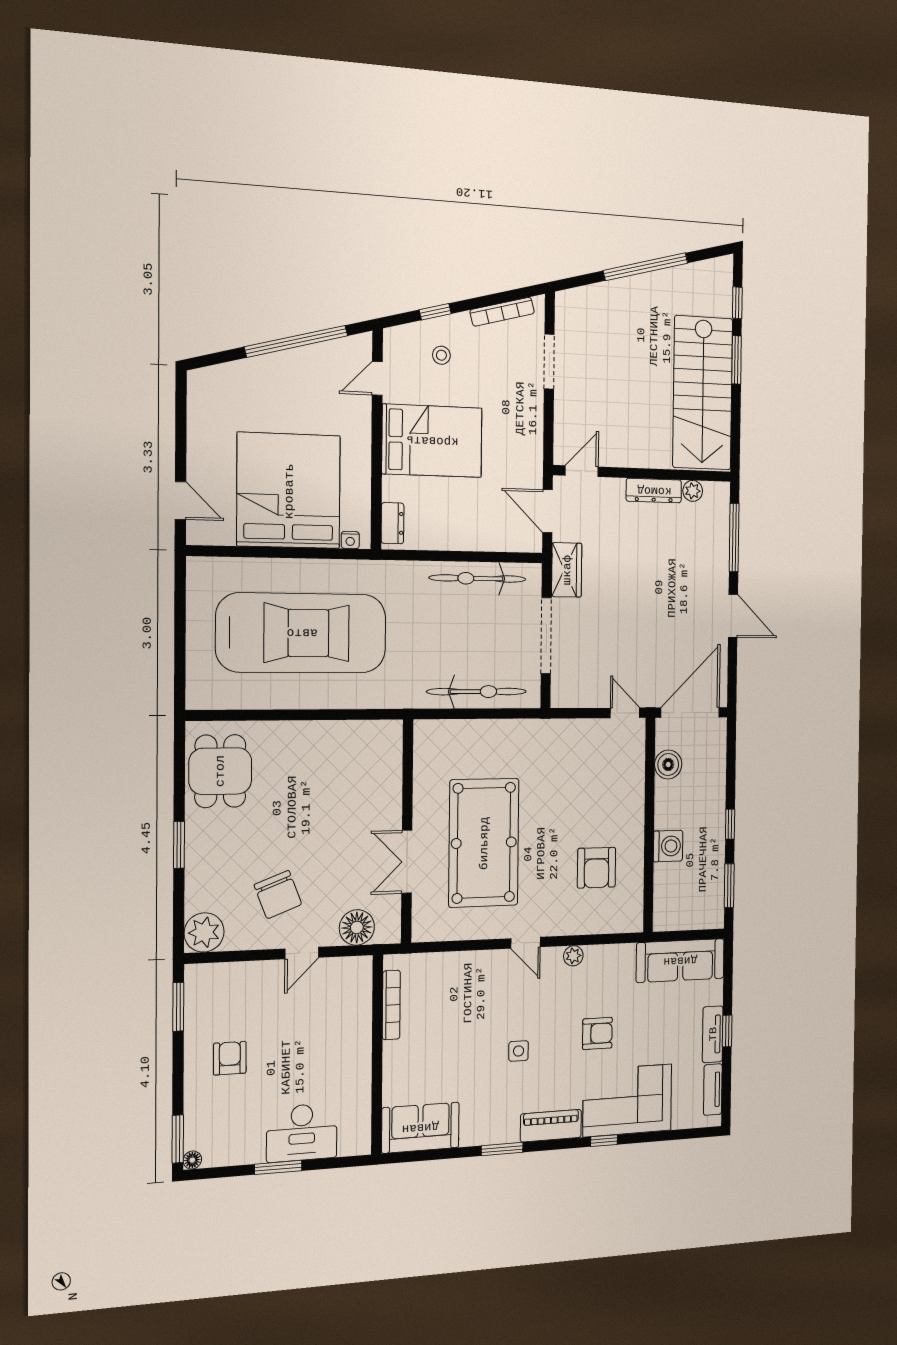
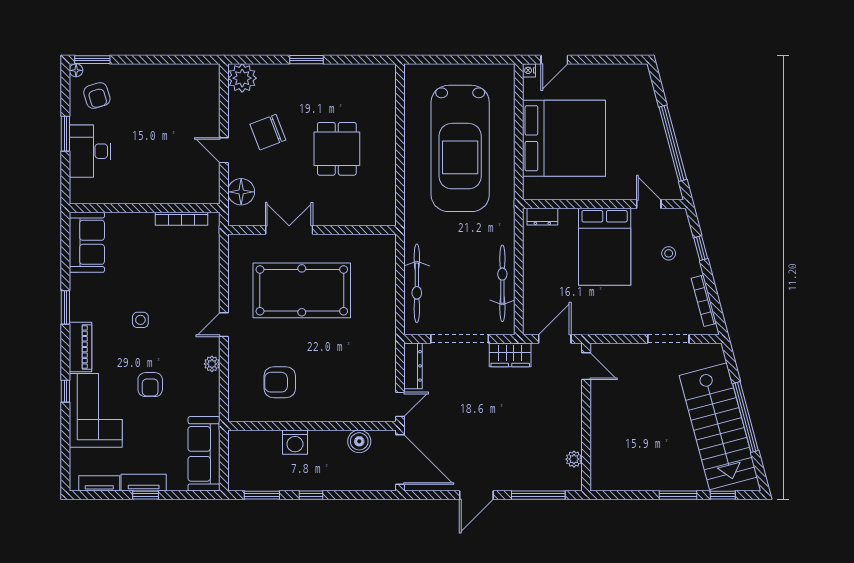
stairs: (703, 393) -> (718, 426), moved, turned -105
dresser: (654, 491) -> (413, 366), moved, turned 180
nightstand: (350, 540) -> (529, 70), moved
dining table: (220, 771) -> (337, 149), moved, turned 90
window: (178, 1007) -> (189, 60), removed
armchair: (230, 1058) -> (97, 96), moved, turned 73

